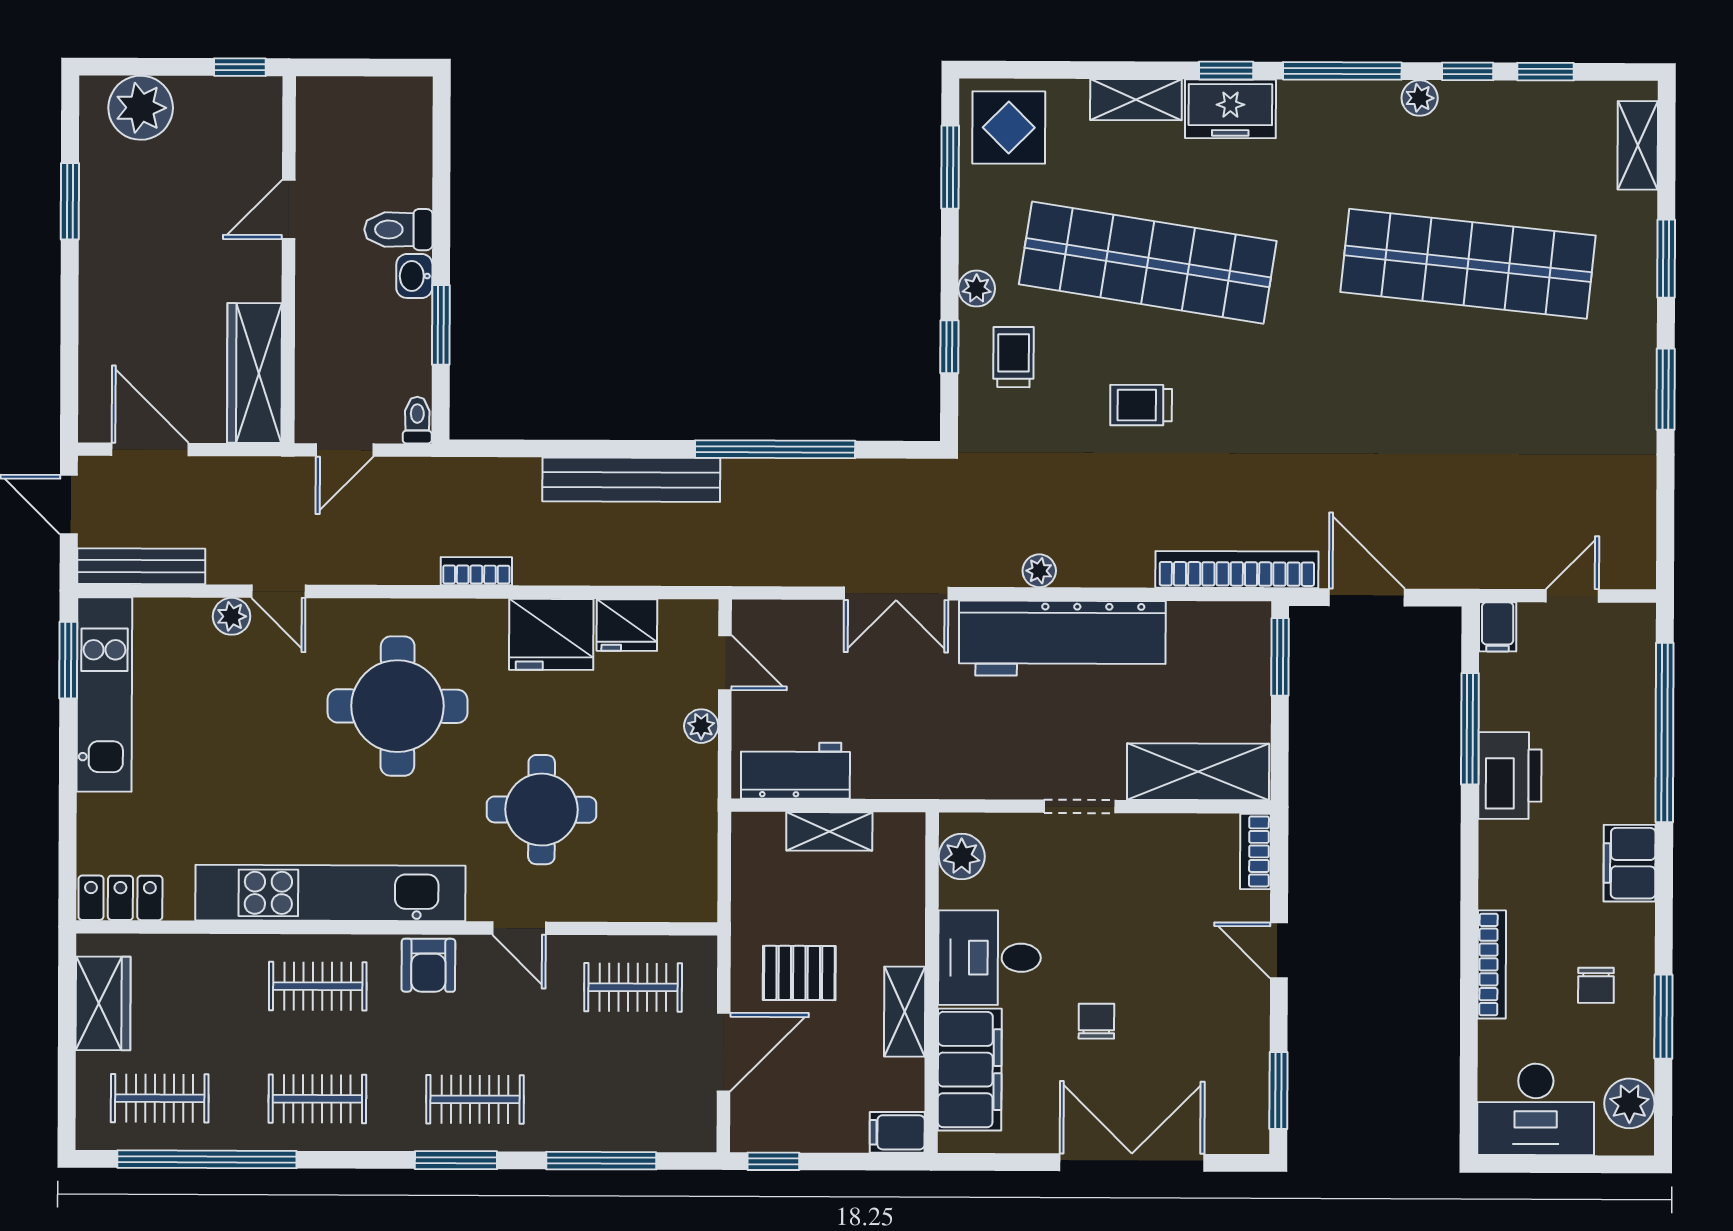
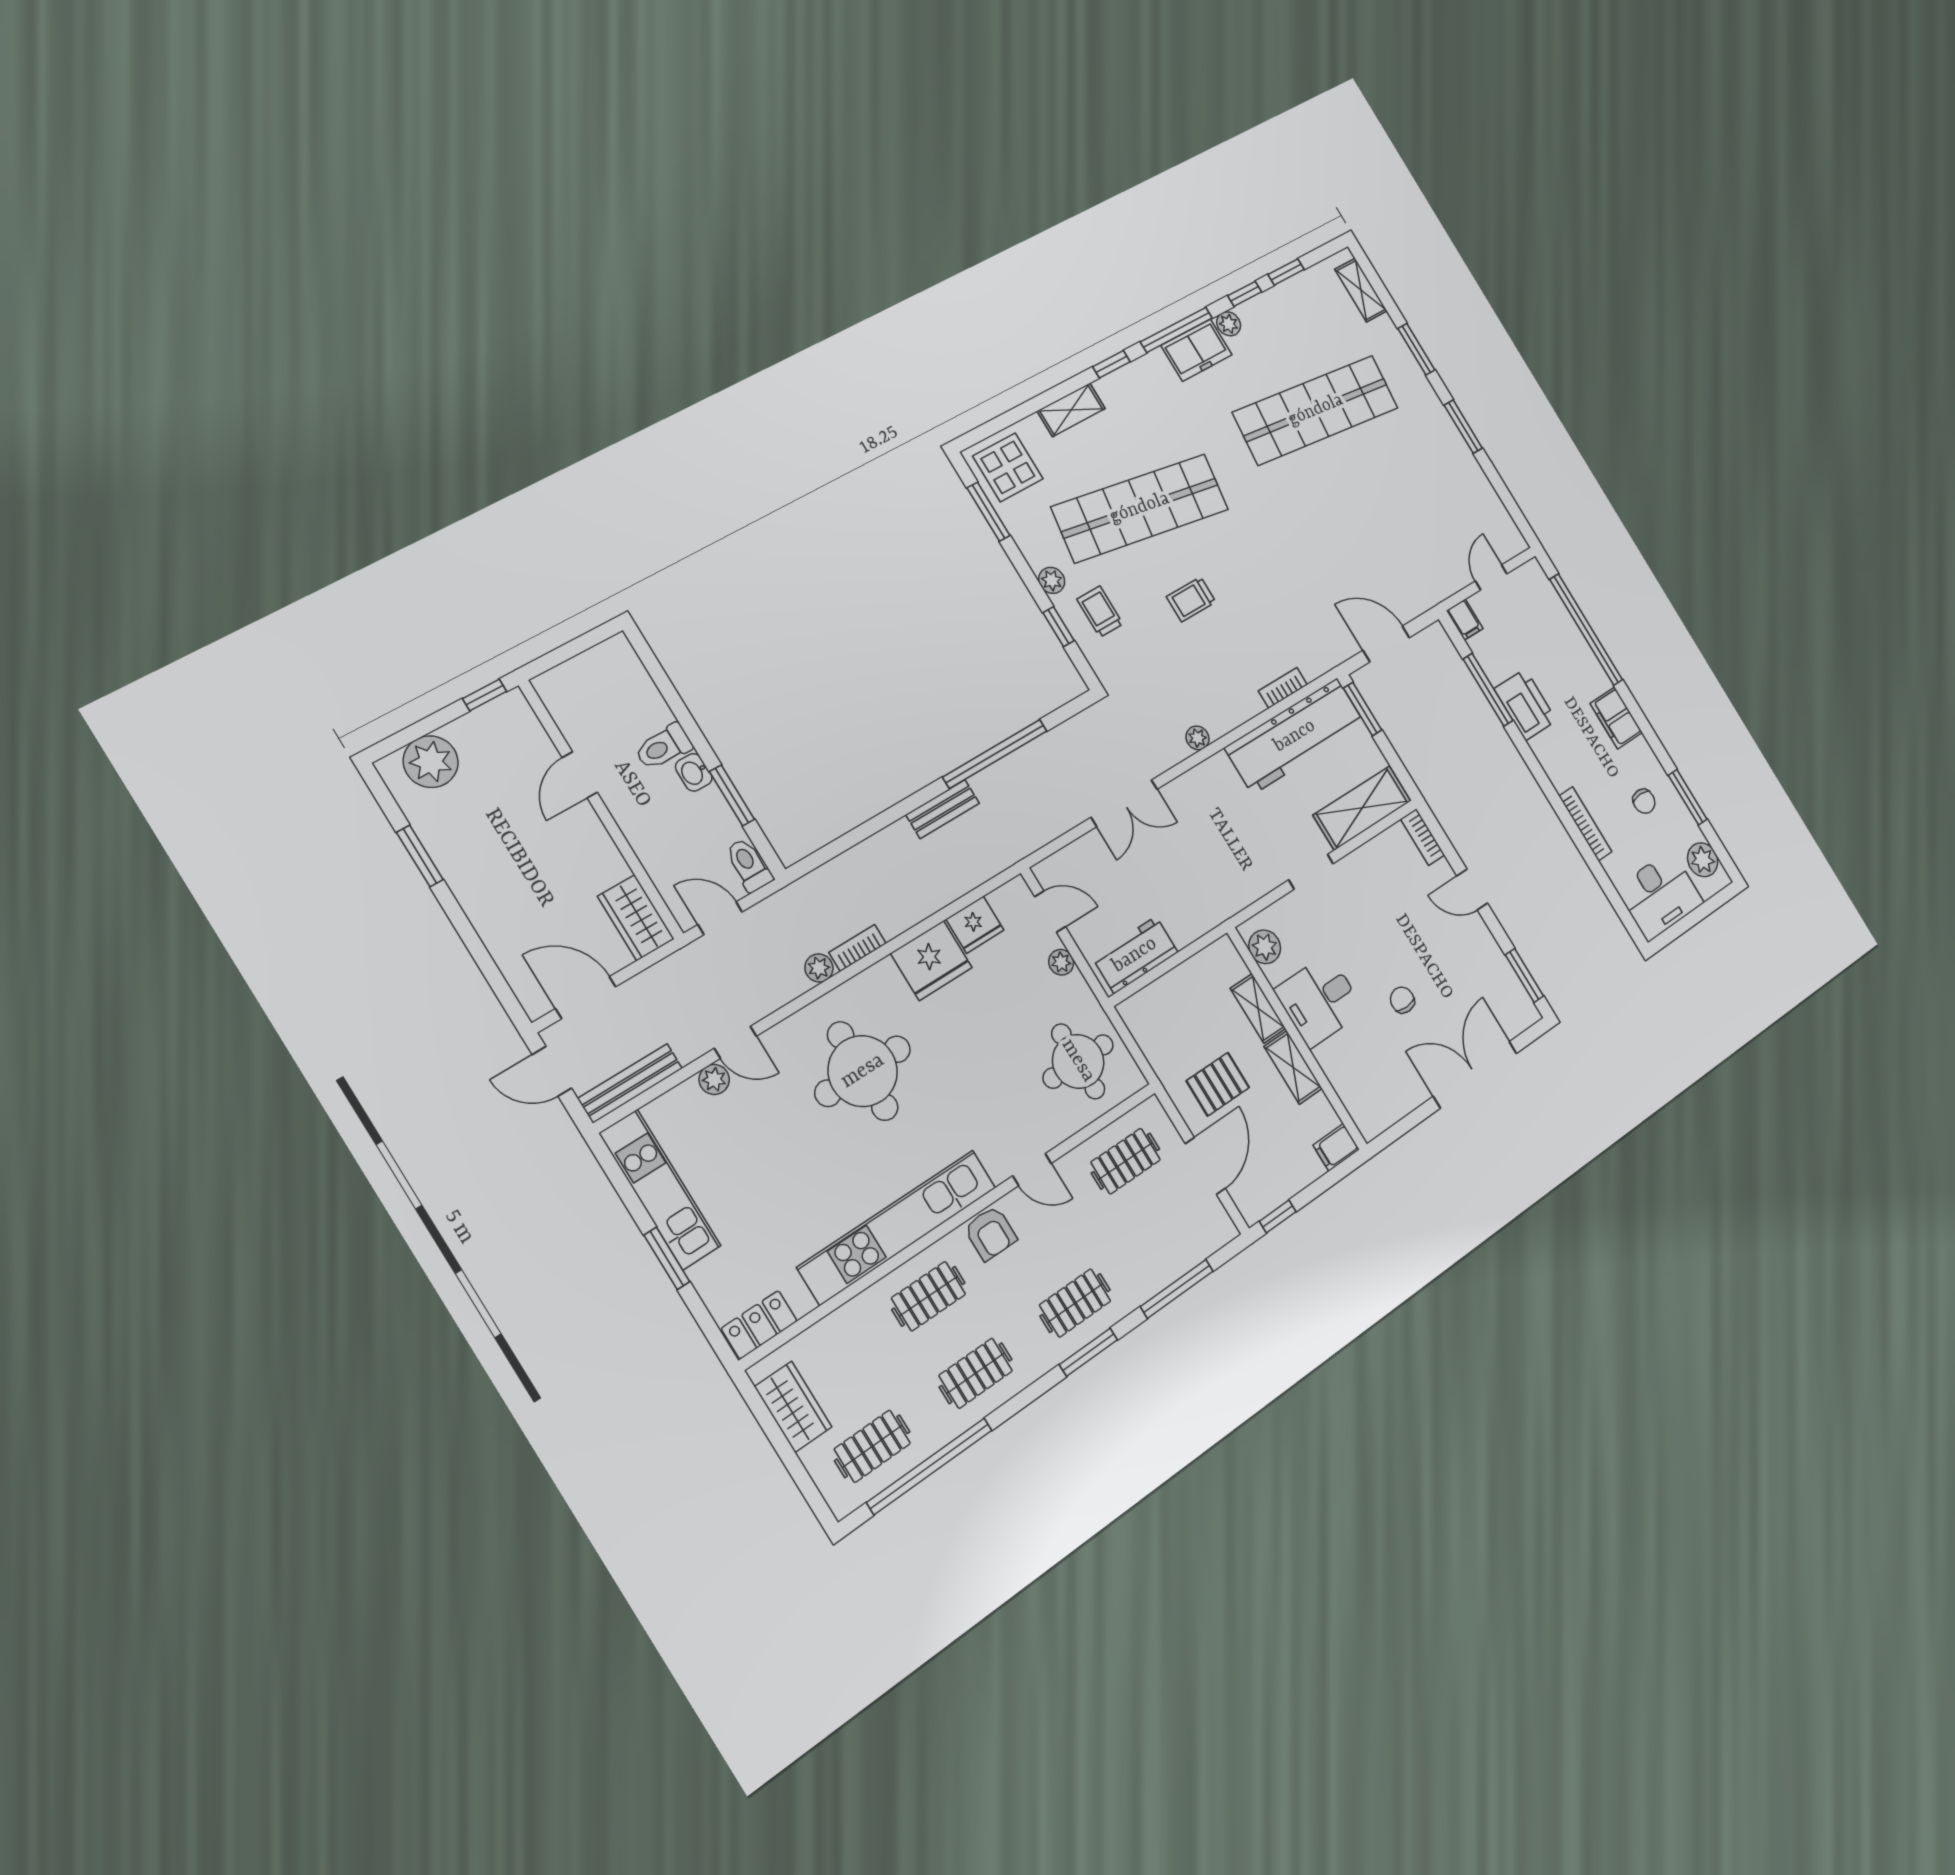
freezer: (1230, 109) -> (1196, 350), moved
wardrobe: (254, 373) -> (636, 918), width x0.67
toilet: (417, 420) -> (749, 865), width x1.37, depth x1.39
door: (345, 450) -> (720, 918), swing flipped
bench: (631, 480) -> (943, 809), width x0.54, depth x0.82
plant: (419, 567) -> (819, 968), added
bookcase: (1237, 570) -> (1283, 688), width x0.43, depth x0.76
workbench: (1062, 638) -> (1295, 736), moved
window: (68, 660) -> (667, 1258), moved
round table: (542, 810) -> (1078, 1061), moved
shelving: (829, 831) -> (1258, 1008), moved, turned 90
filing cabinet: (970, 1070) -> (1352, 1079), removed

